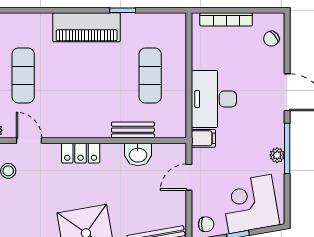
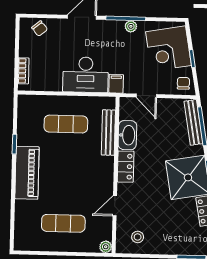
bookcase: (226, 19) -> (23, 71), width x0.64
bench: (133, 130) -> (108, 133), width x1.36
door: (29, 141) -> (115, 206), moved
locker: (81, 153) -> (126, 167), moved
washbasin: (138, 154) -> (127, 135), width x1.38

